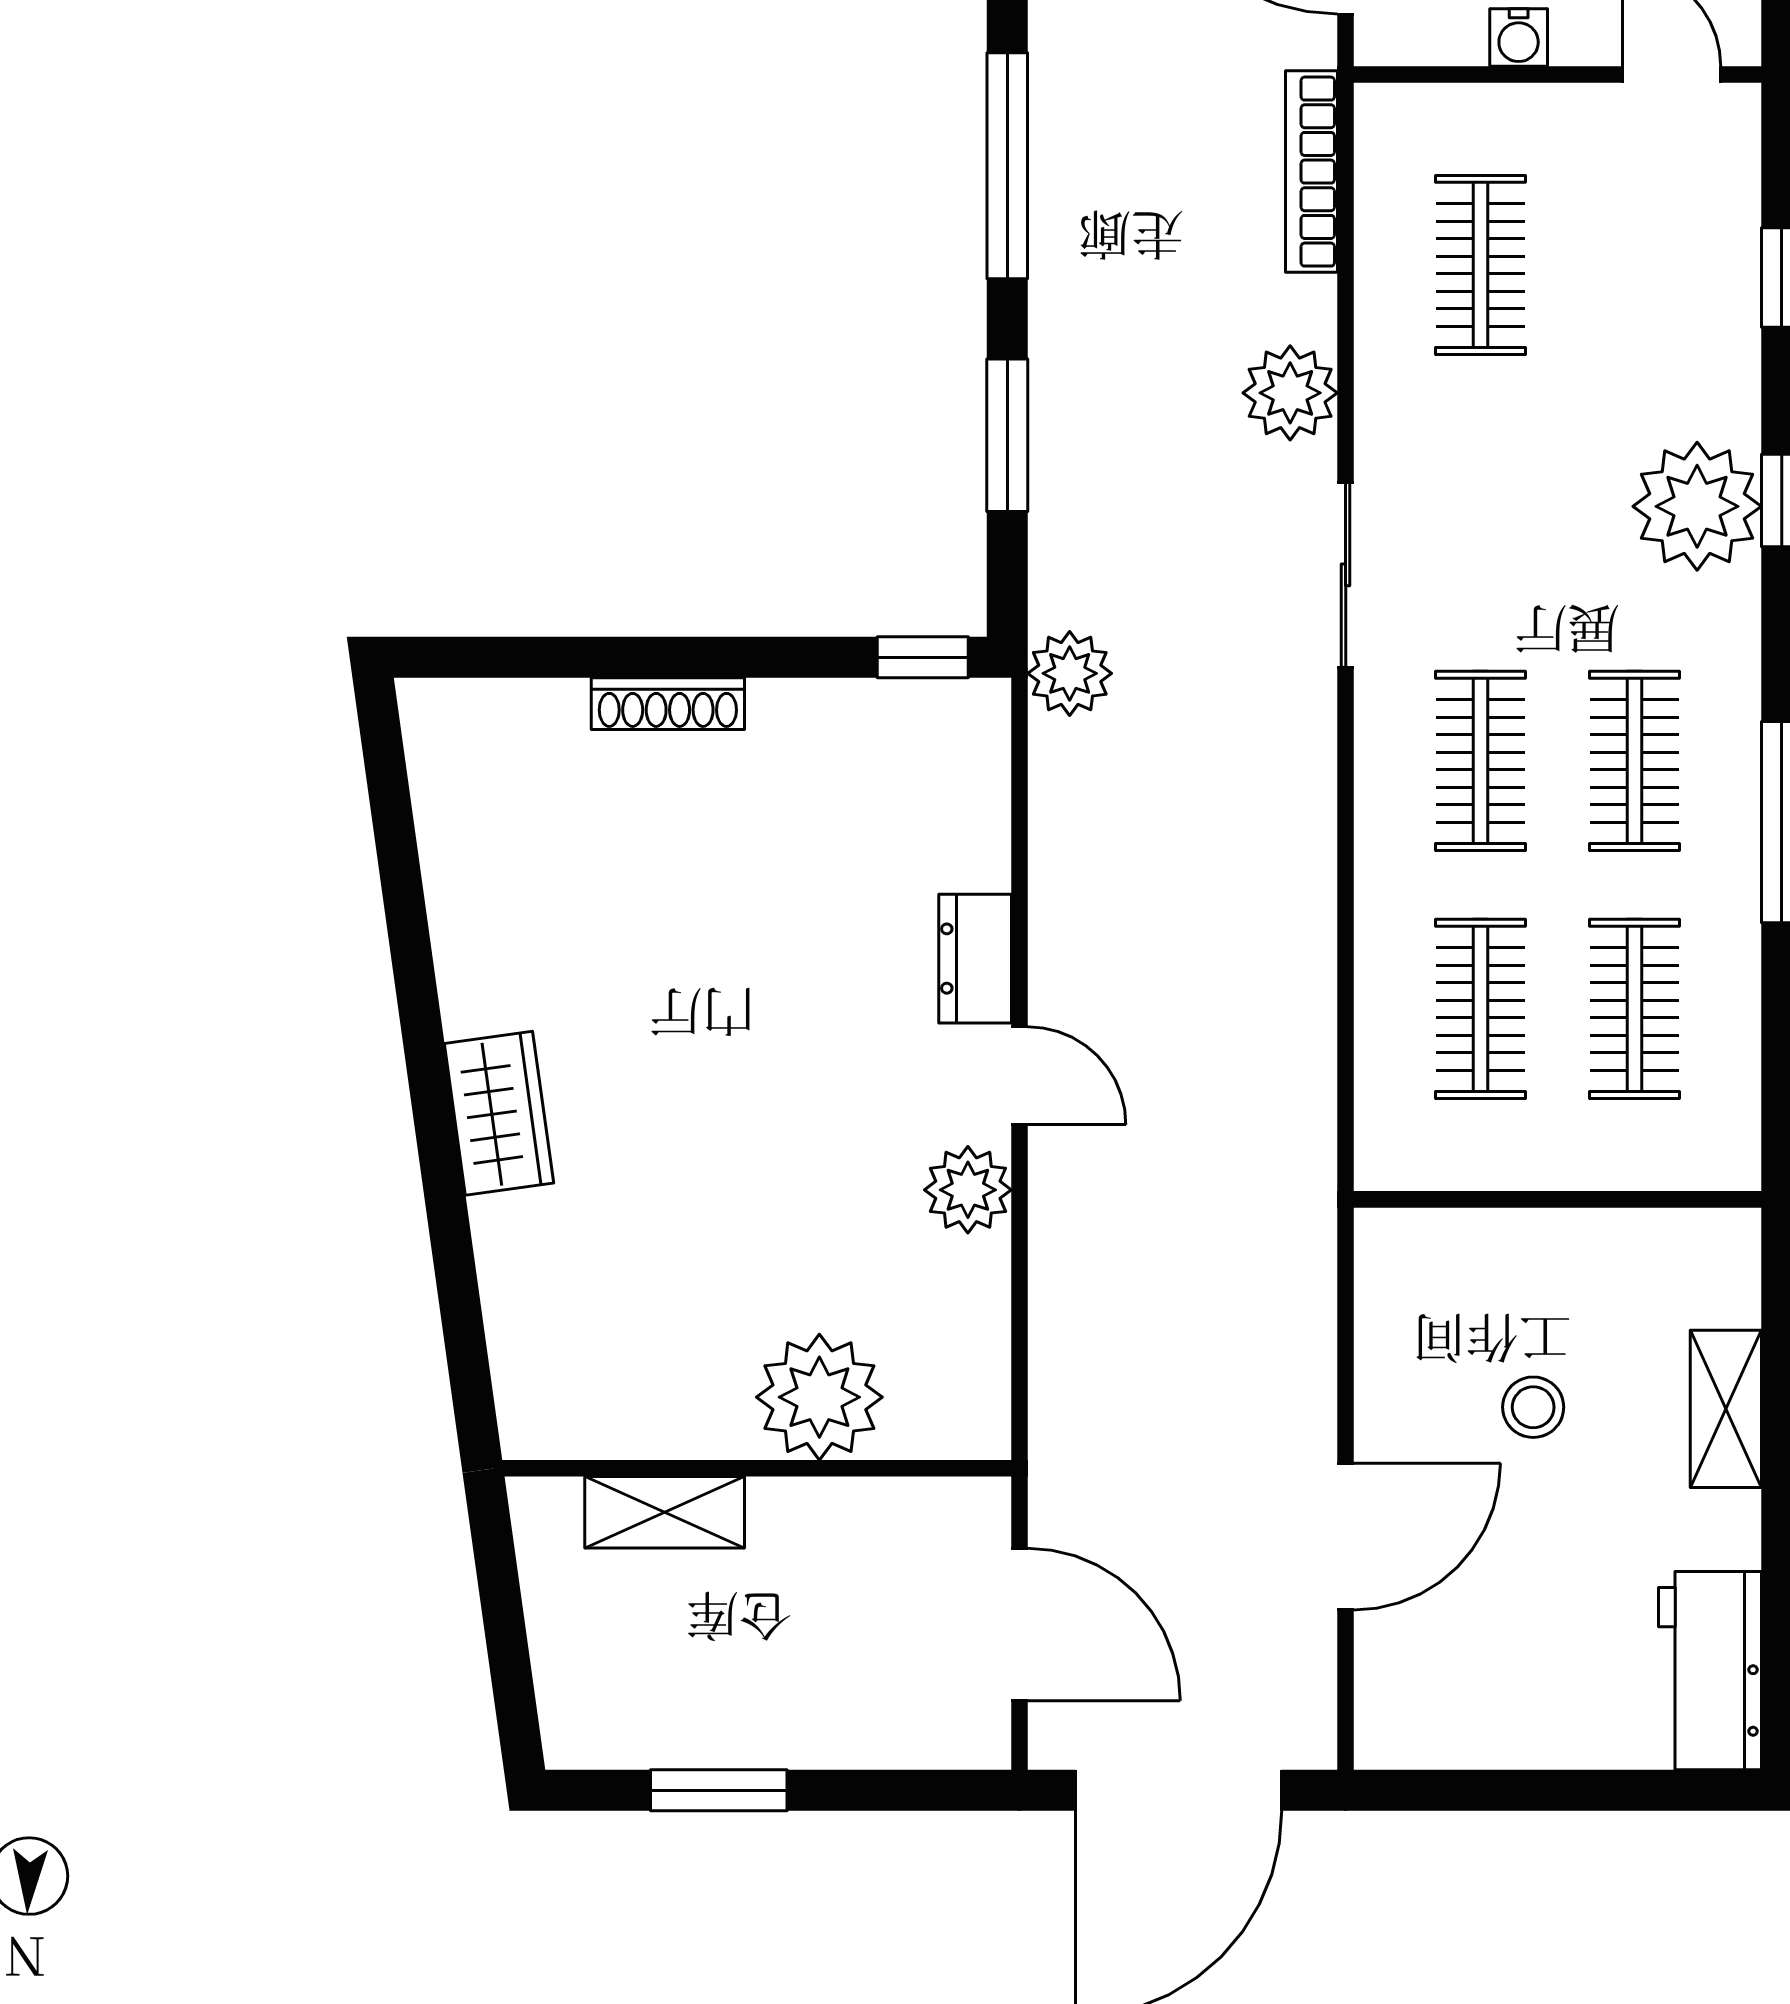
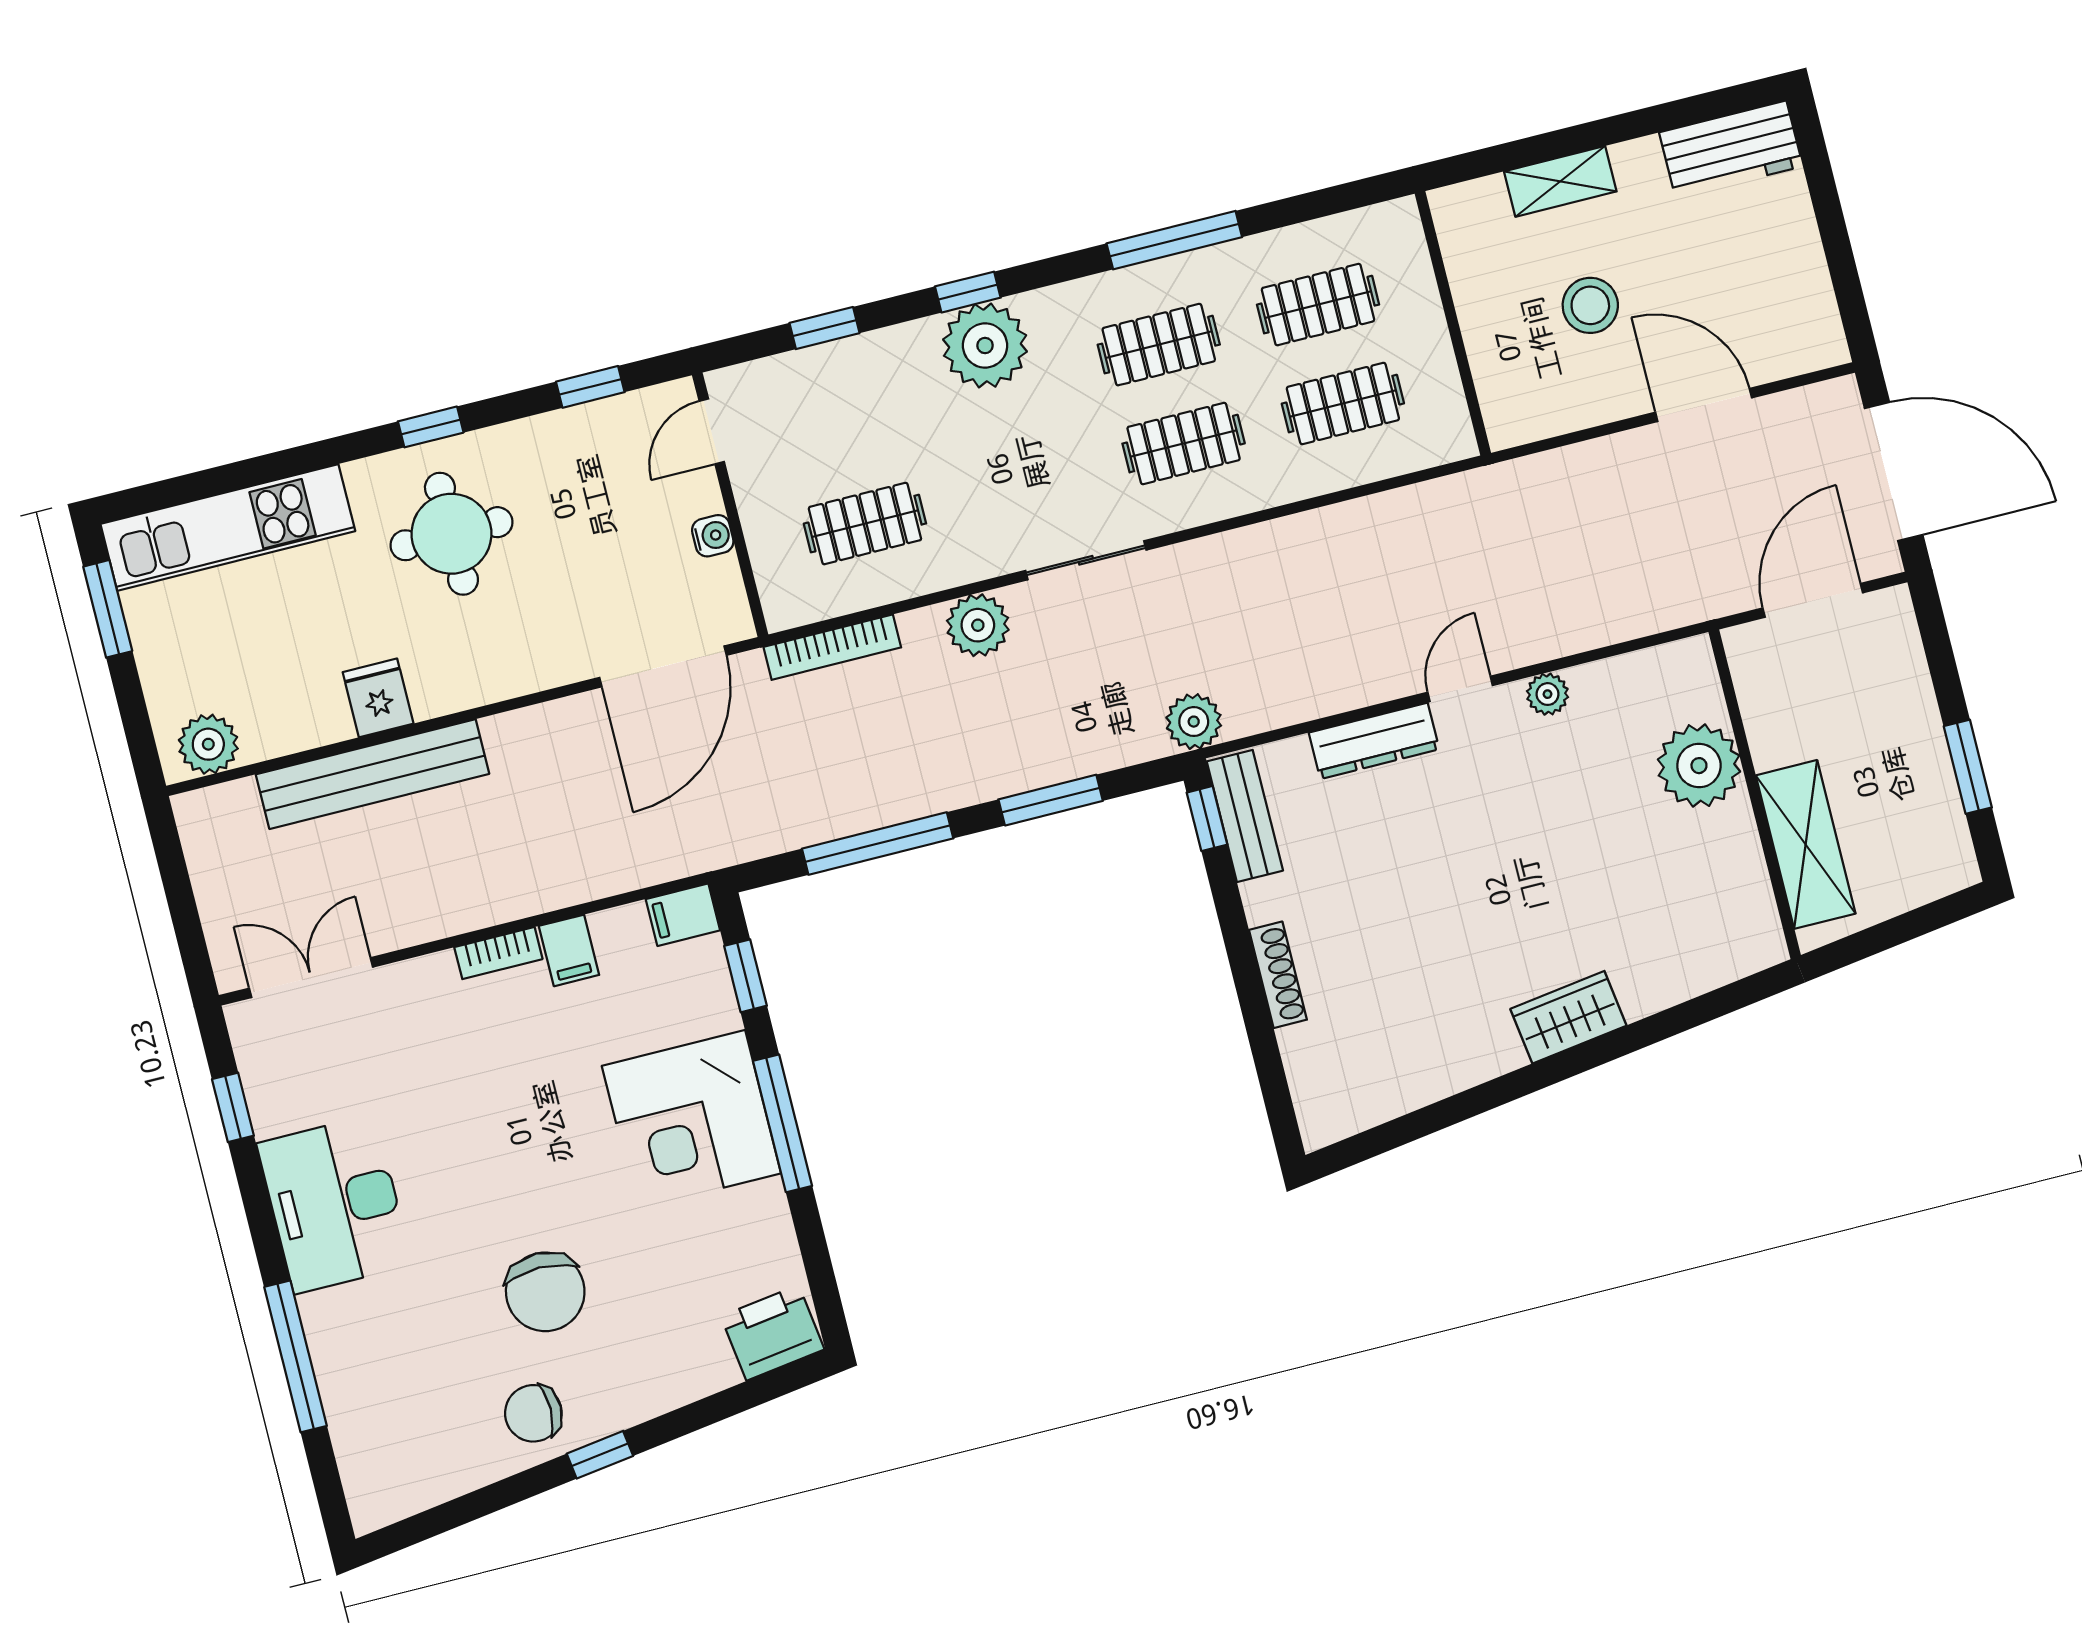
bench: (913, 714) -> (1245, 816), added
dresser: (975, 959) -> (1374, 741), width x1.44
plant: (968, 1190) -> (1548, 694), width x0.73, depth x0.73
stool: (1533, 1407) -> (1590, 305), width x1.37, depth x1.37
shelving: (665, 1512) -> (1806, 844), width x1.50, depth x1.33

